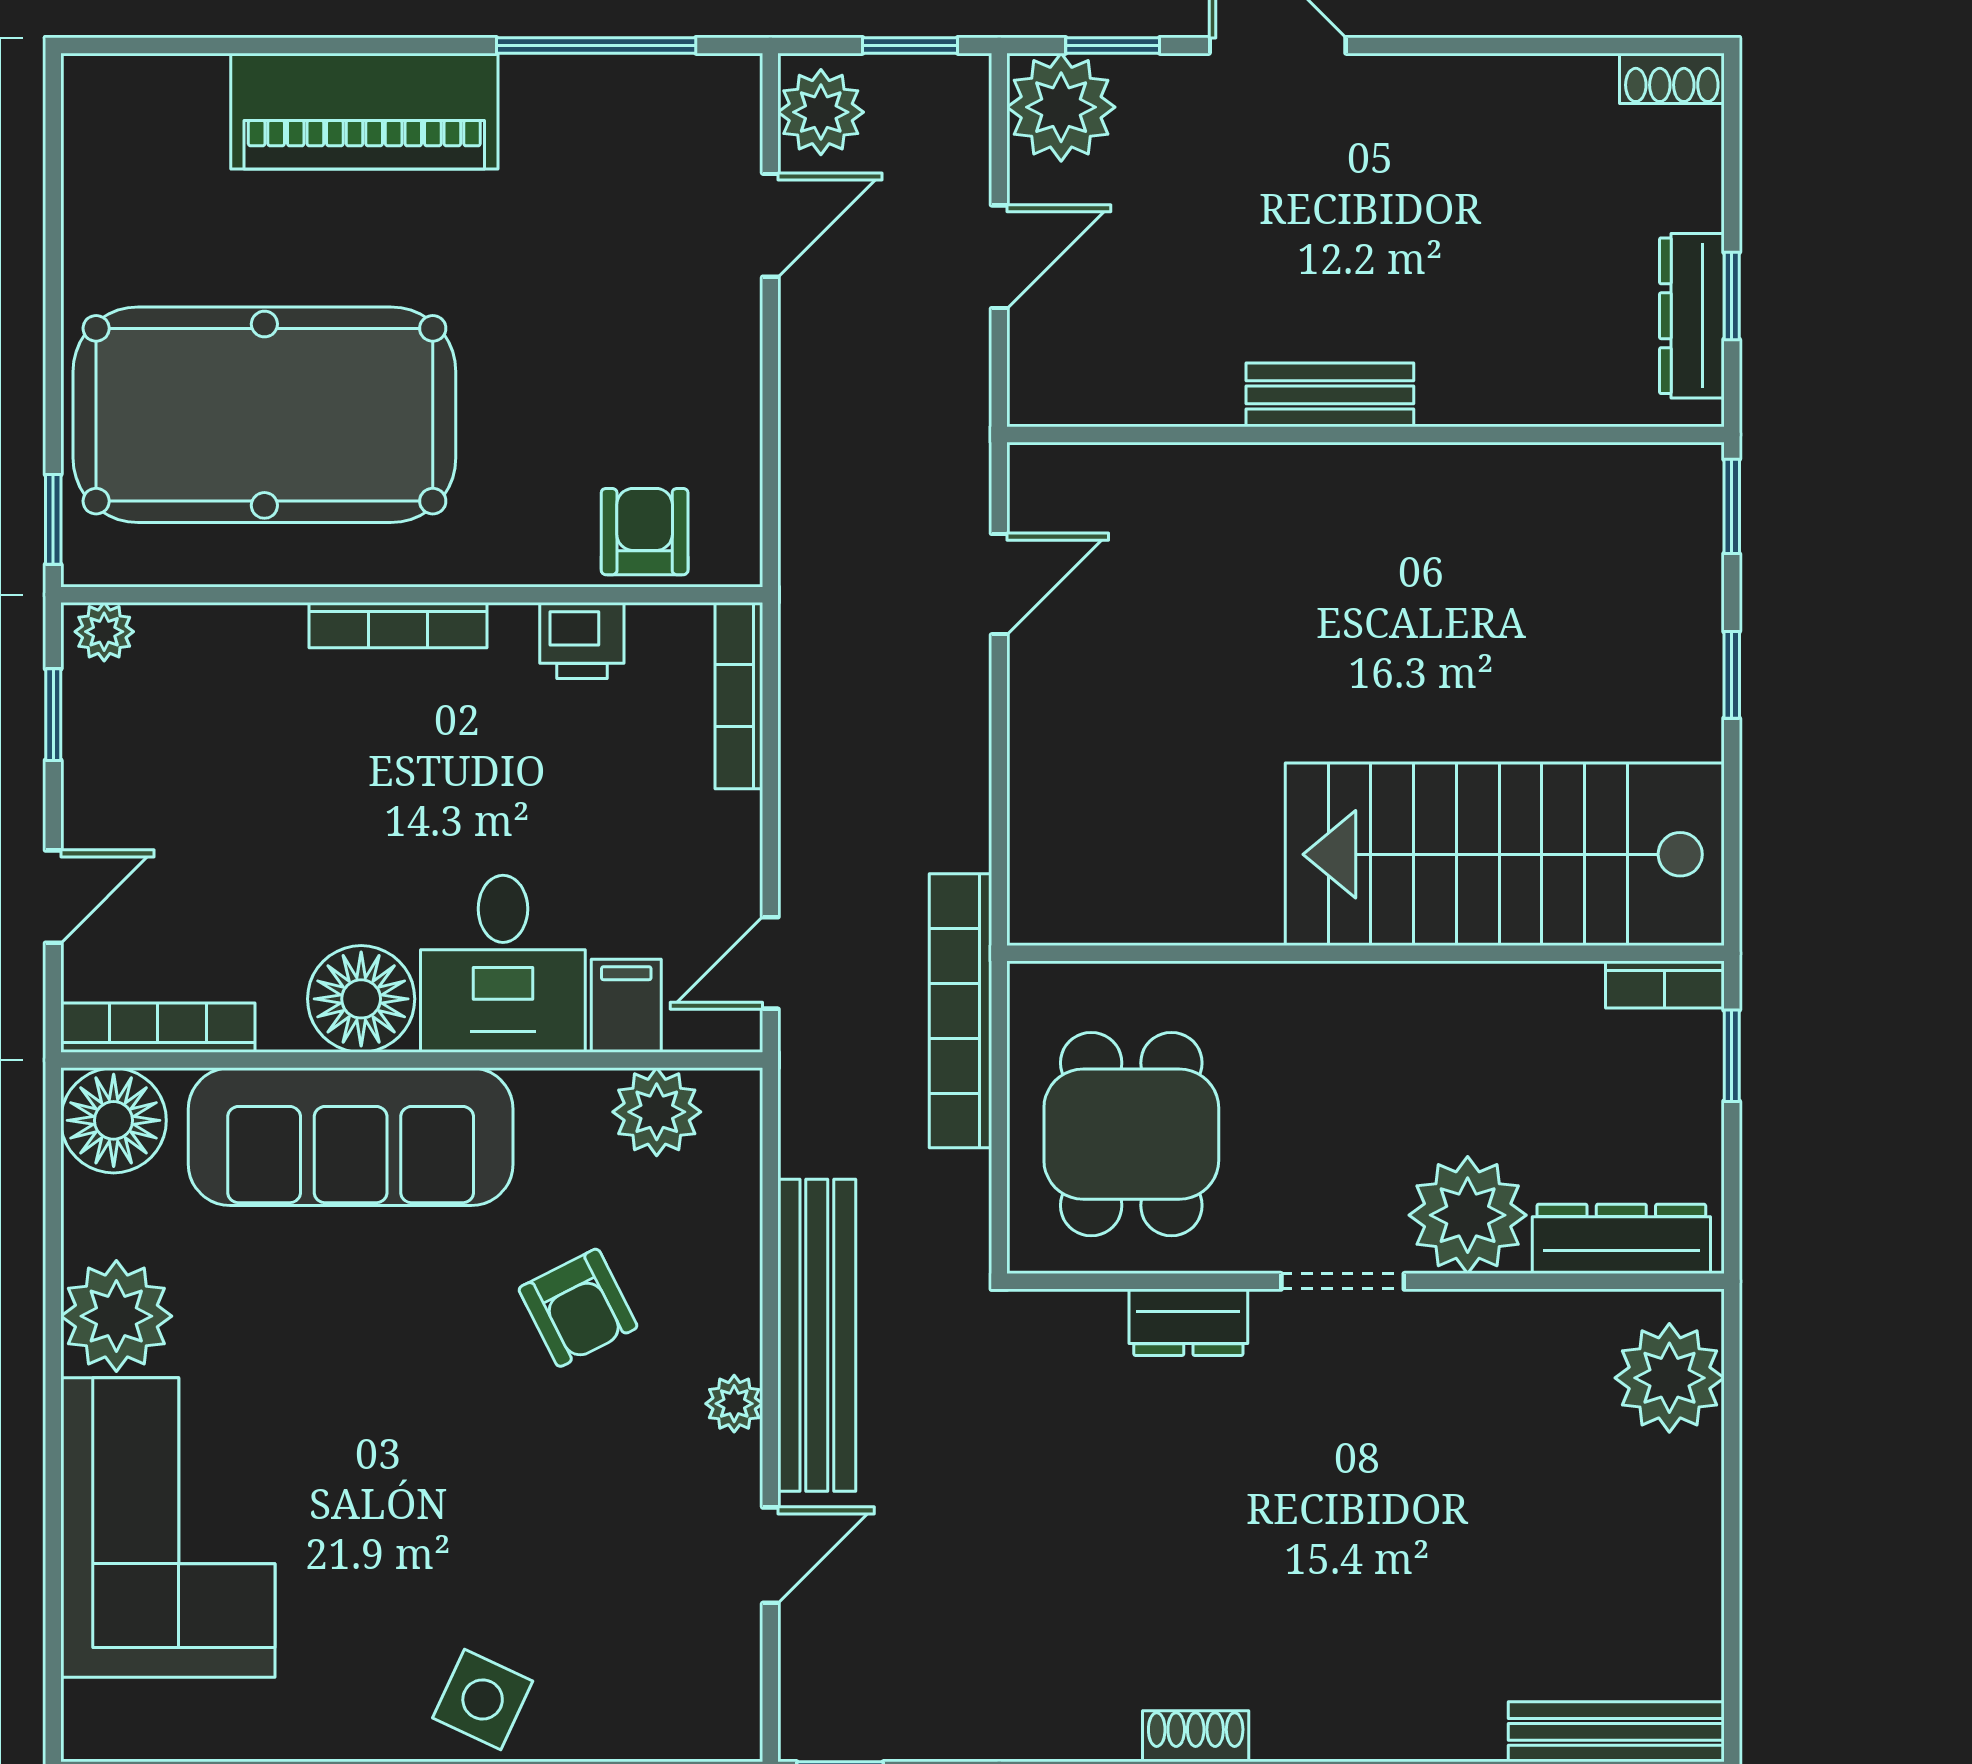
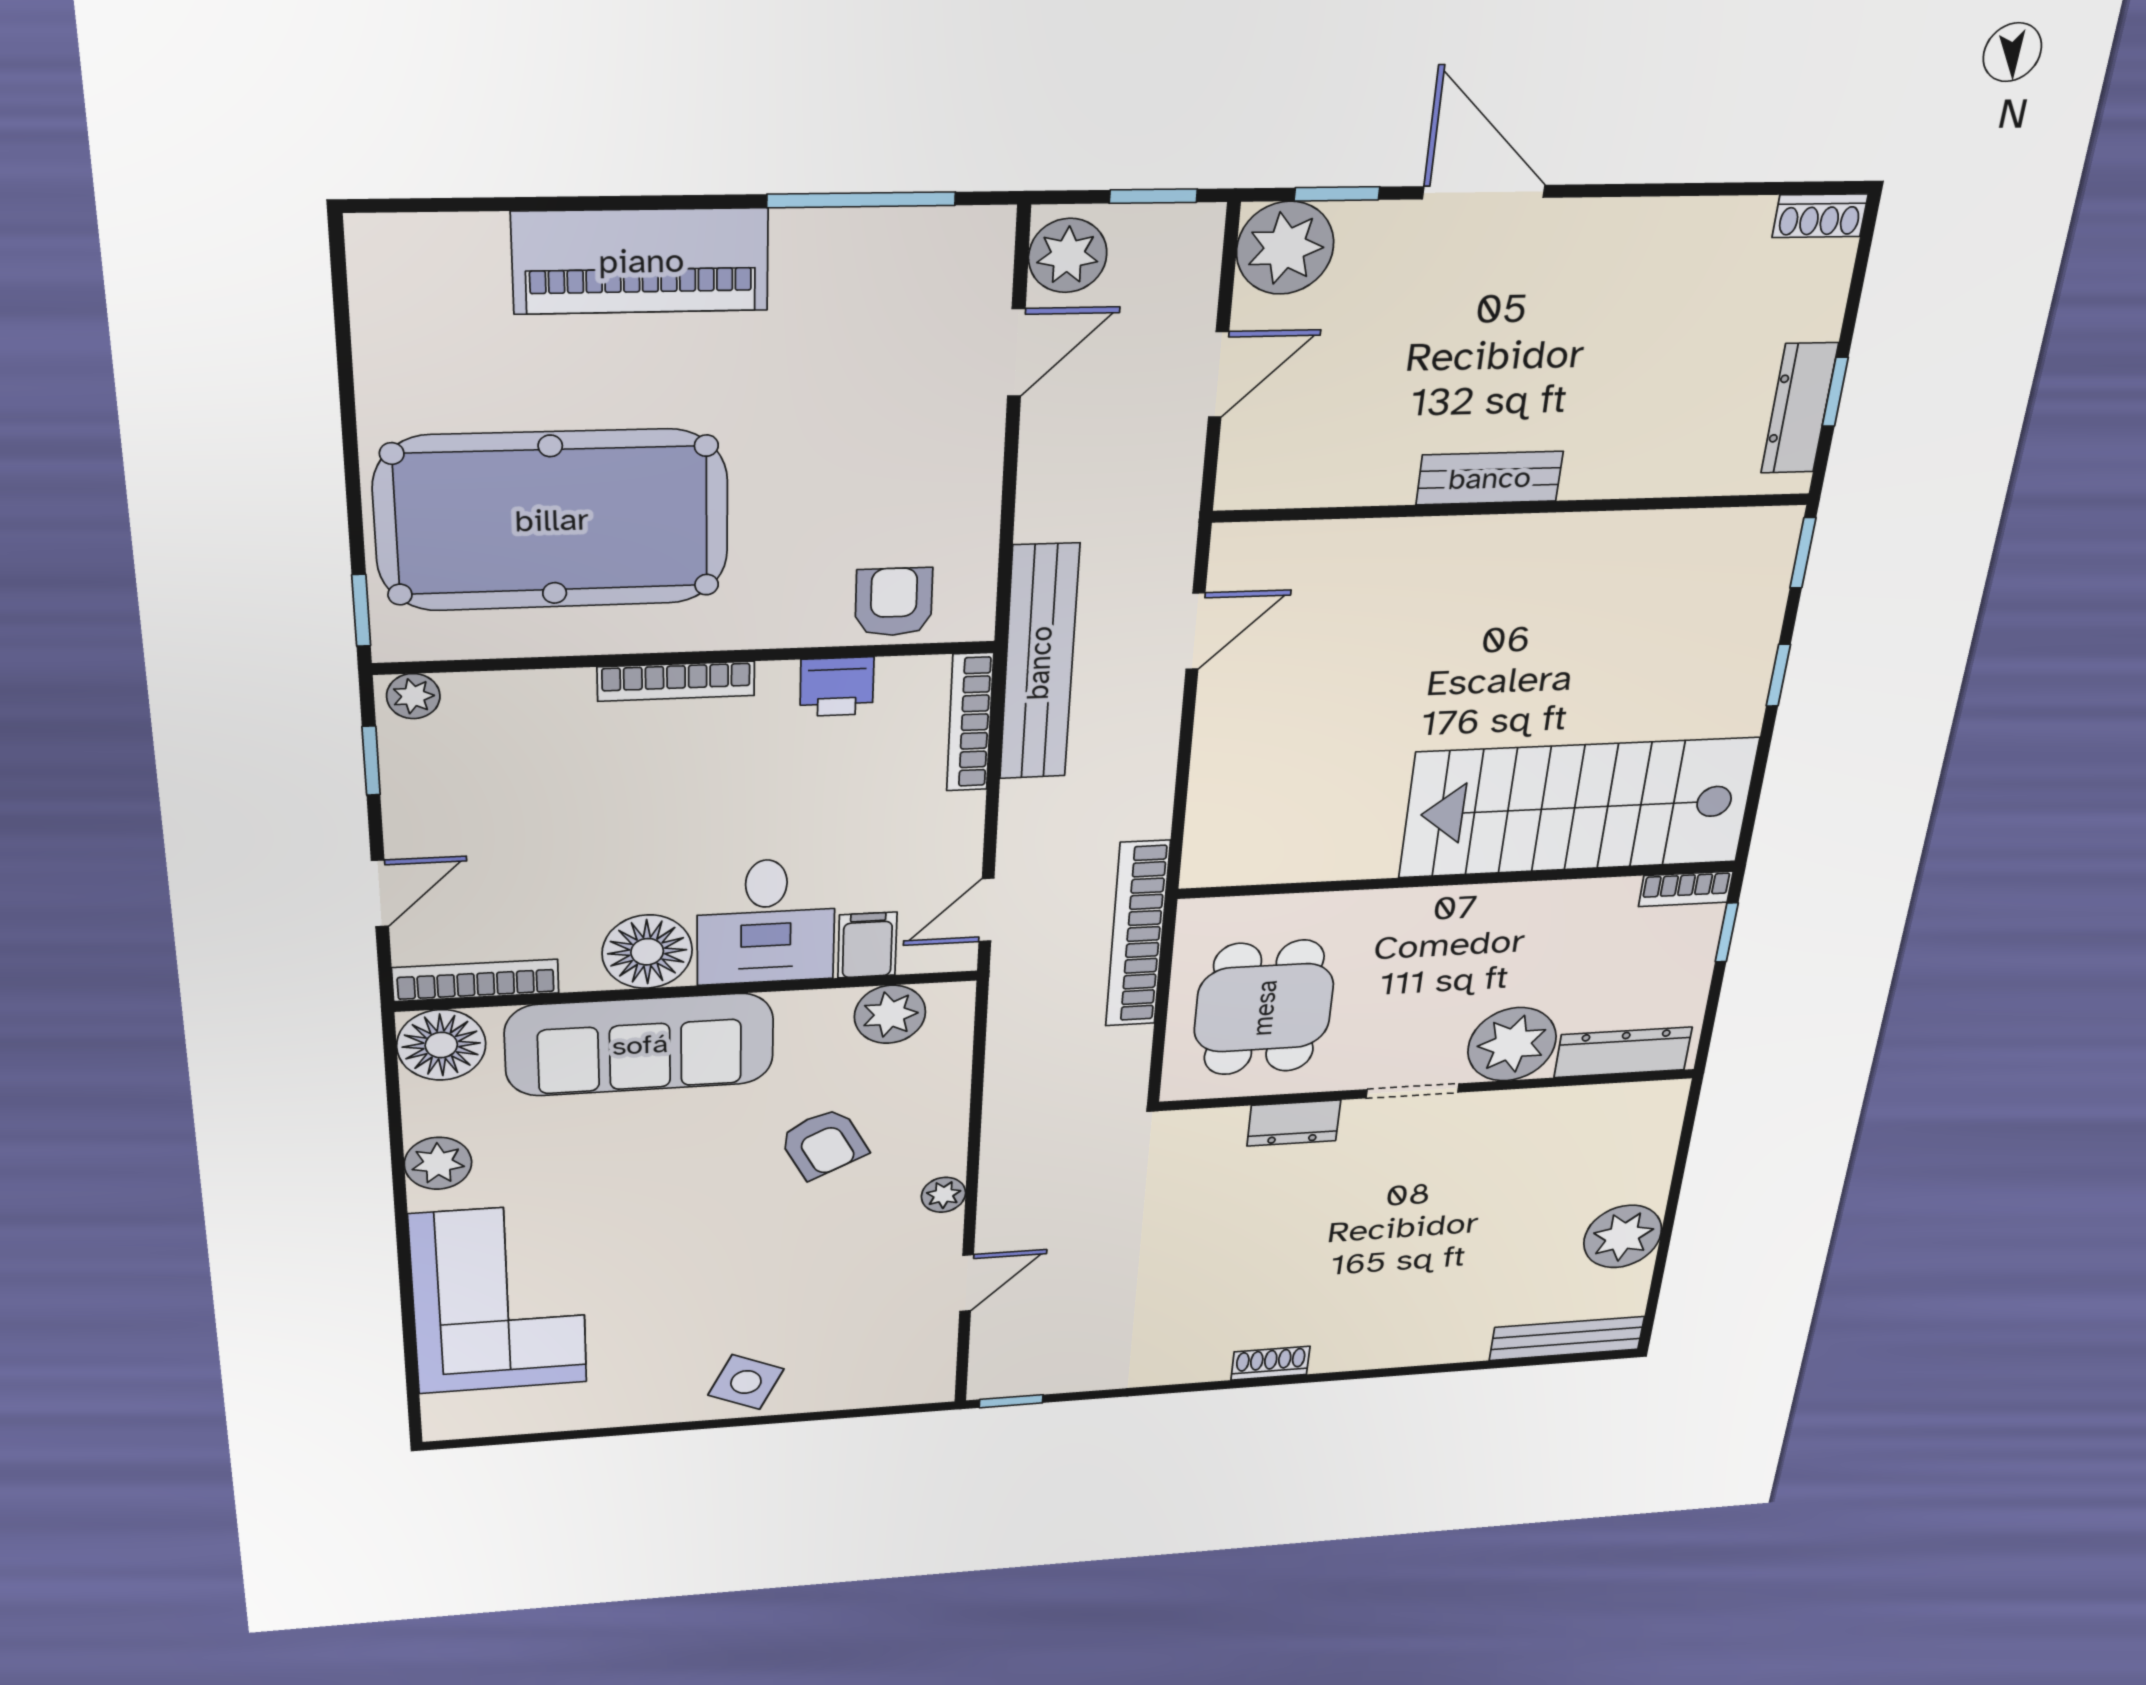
plant: (116, 1316) -> (438, 1163), width x0.73, depth x0.73
bench: (817, 1335) -> (1039, 663), moved
plant: (1669, 1378) -> (1623, 1236), moved

